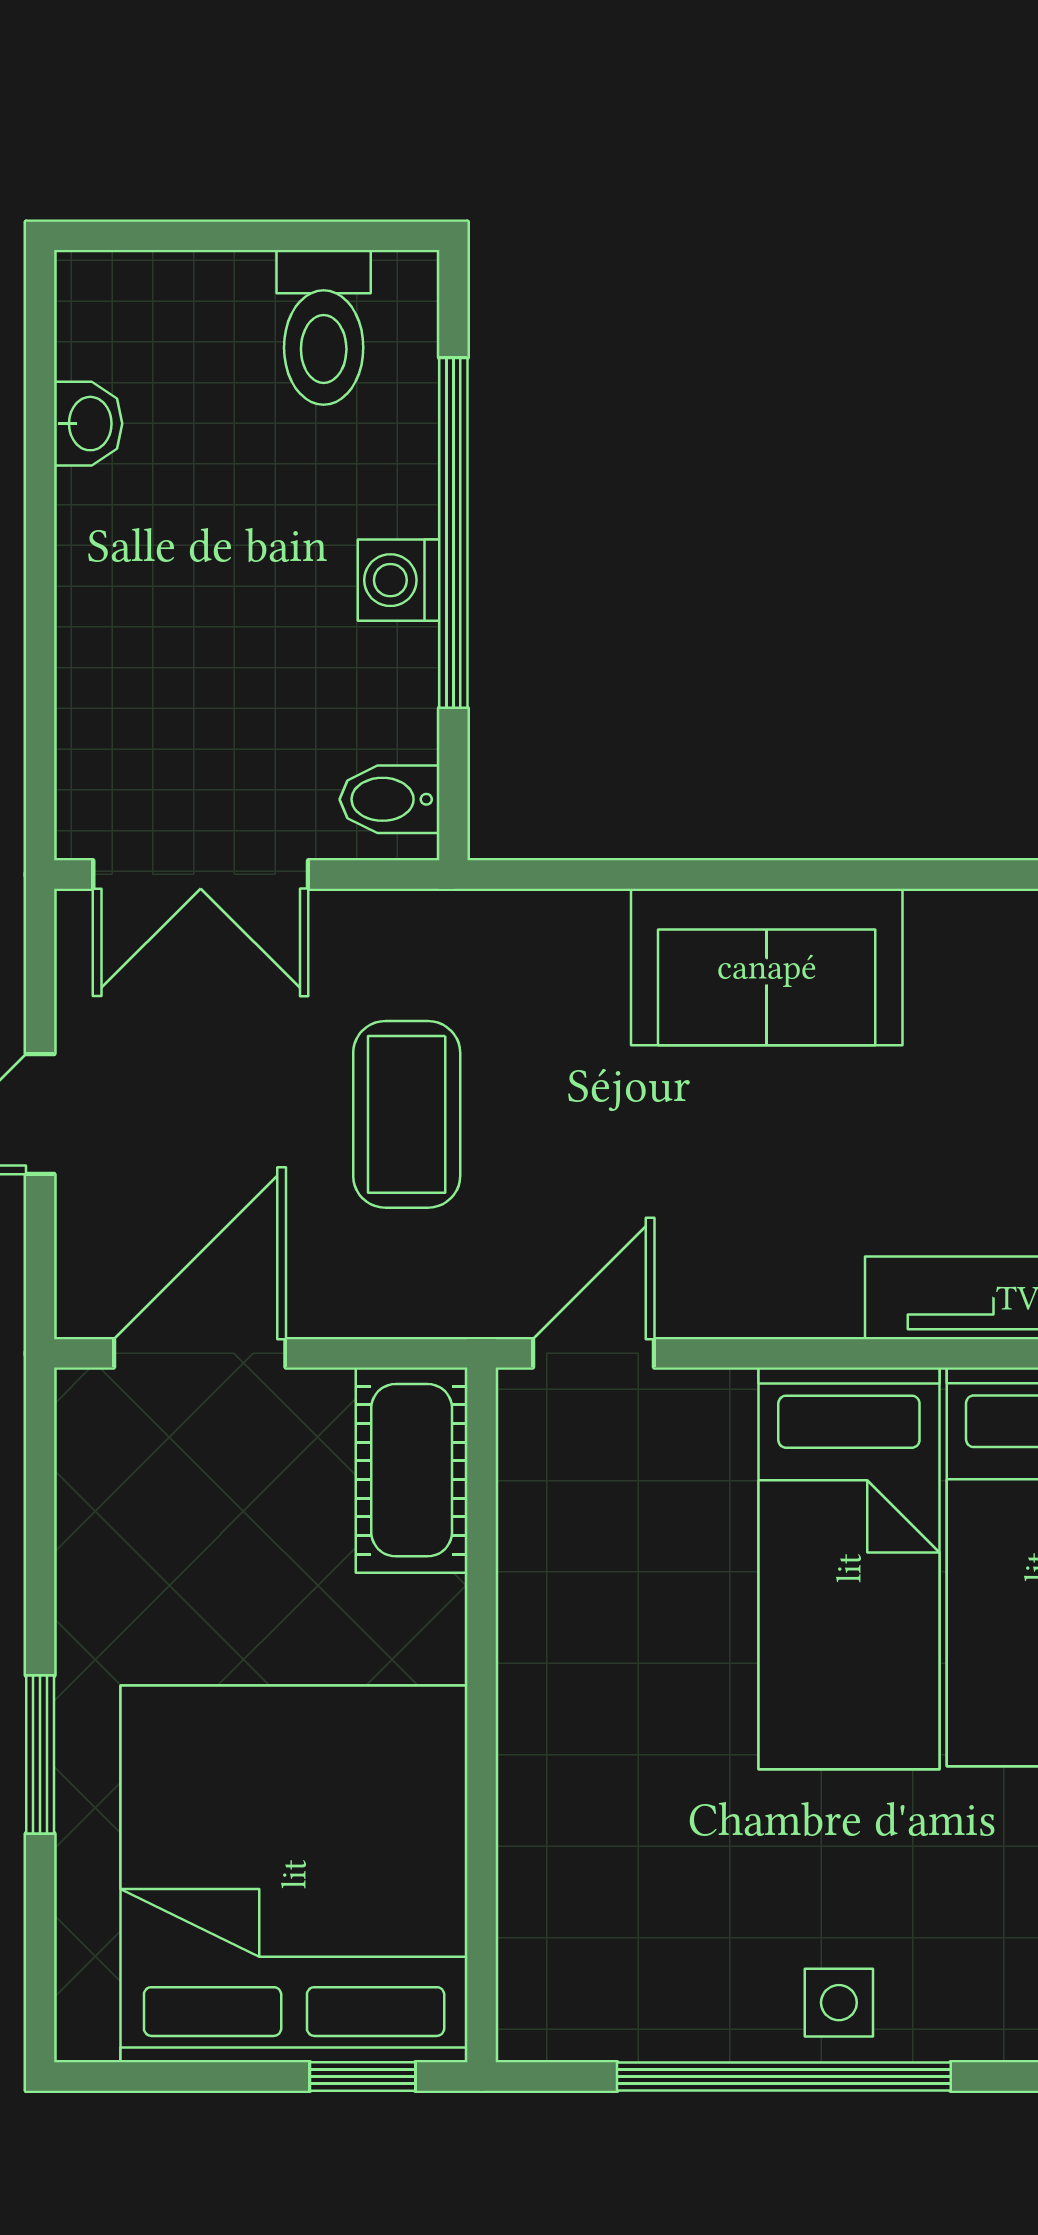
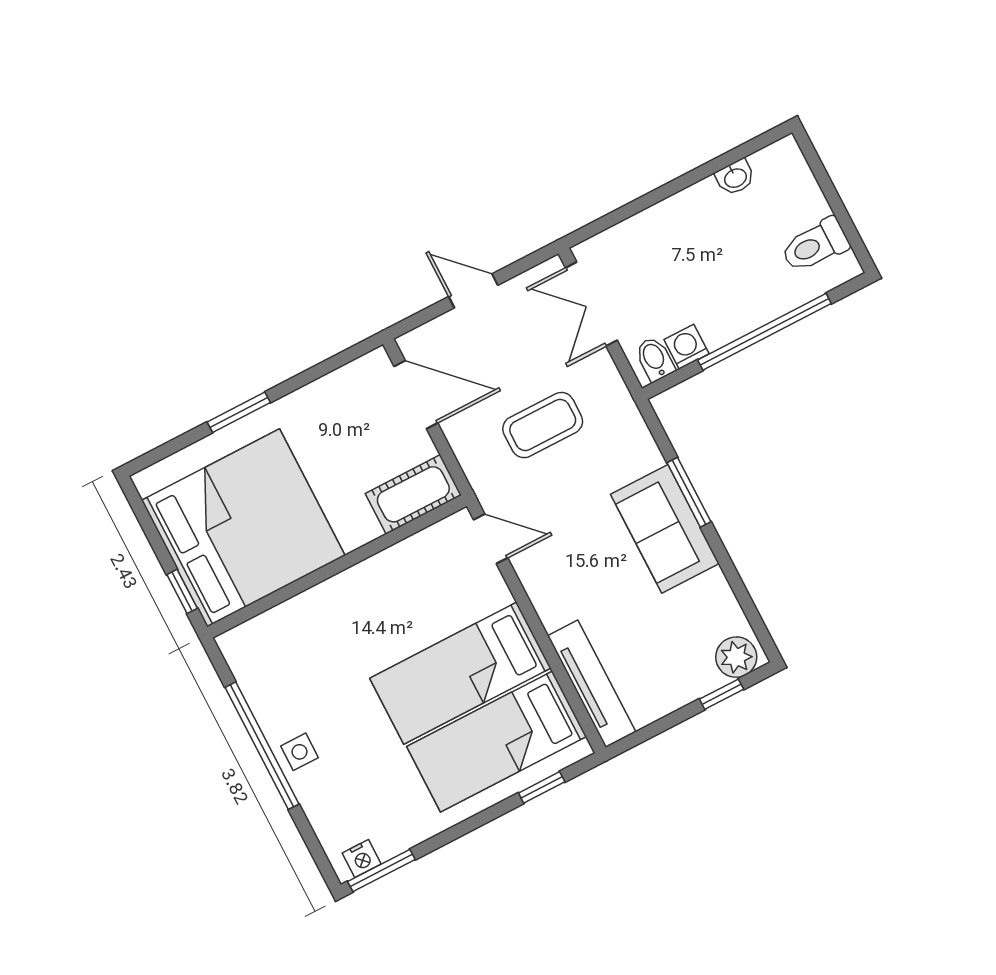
washing machine: (399, 580) -> (687, 347), moved
window: (715, 874) -> (689, 492), added

